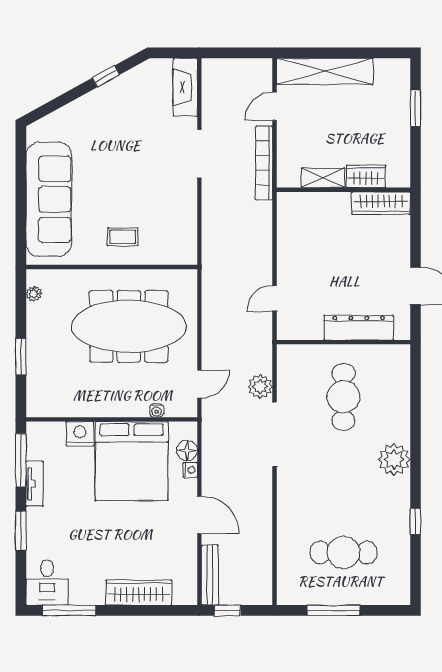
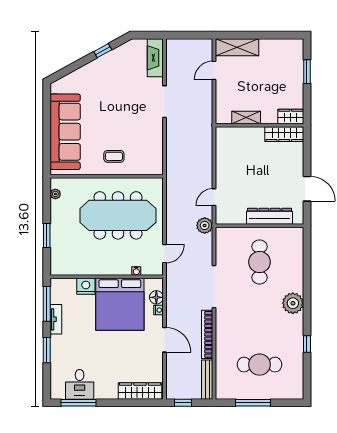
shelving: (325, 71) -> (237, 47), width x0.68
bookcase: (264, 163) -> (207, 334), moved
wardrobe: (366, 176) -> (291, 117), moved
plant: (260, 387) -> (205, 226), moved
bench: (210, 575) -> (207, 380), moved
desk: (47, 582) -> (80, 384), moved
wardrobe: (139, 593) -> (140, 391), moved

